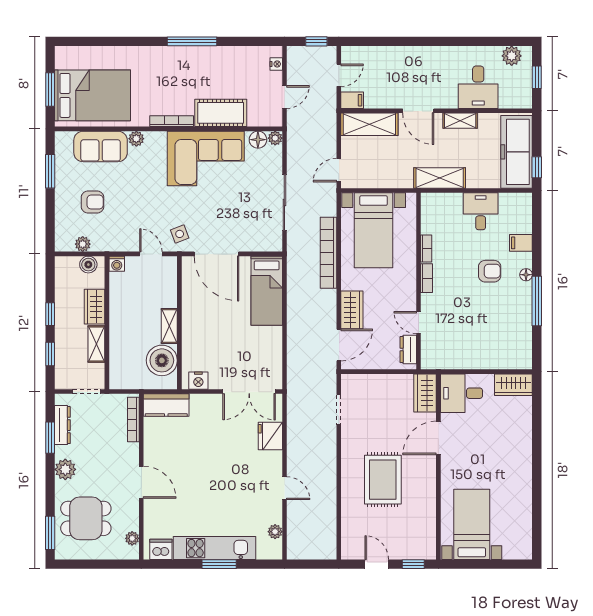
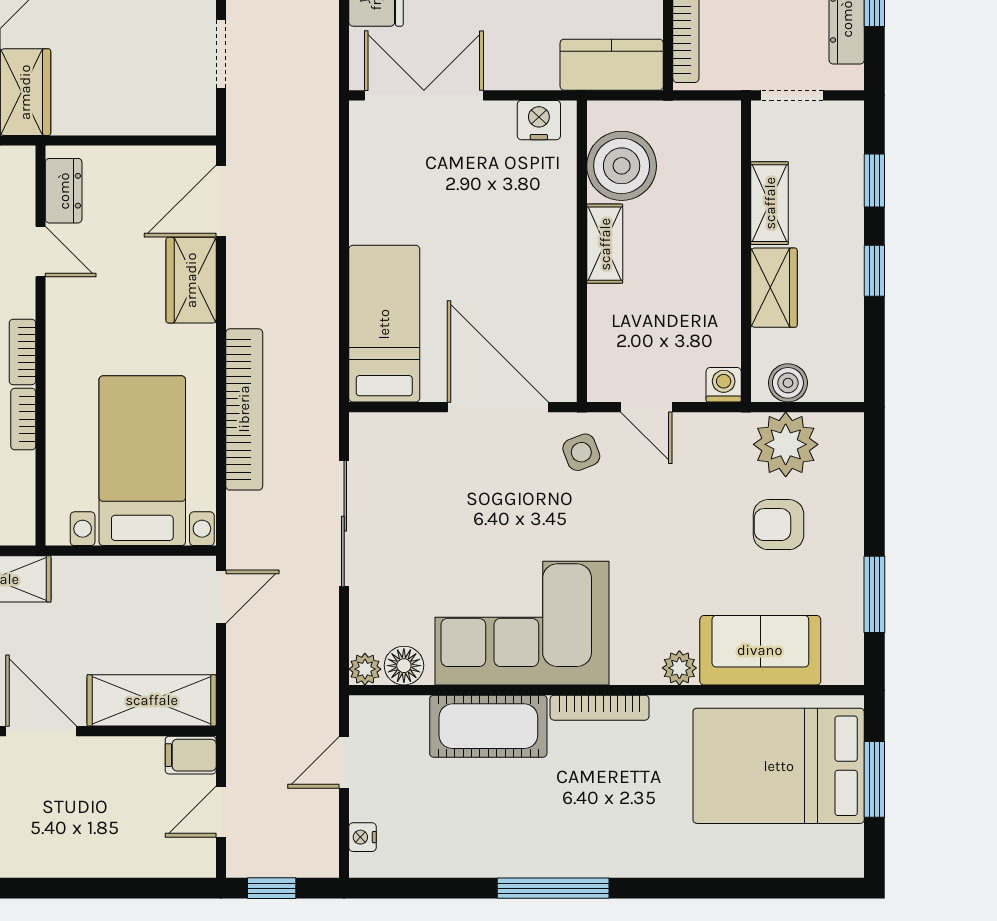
plant: (83, 244) -> (786, 444), width x1.87, depth x1.87

